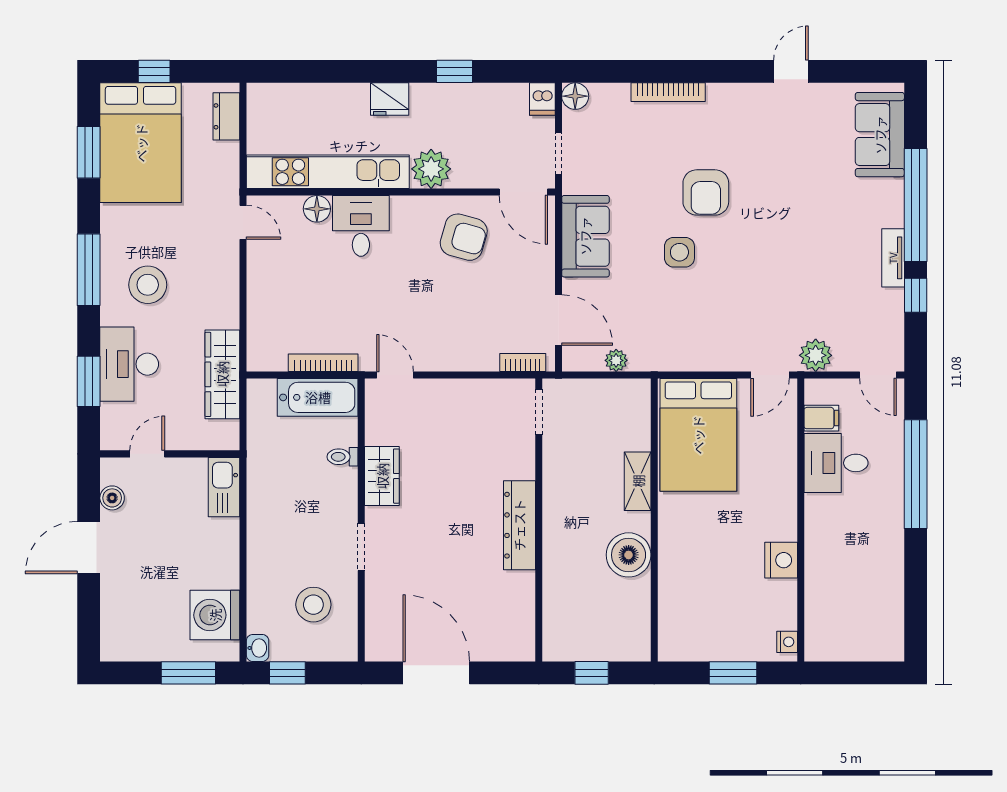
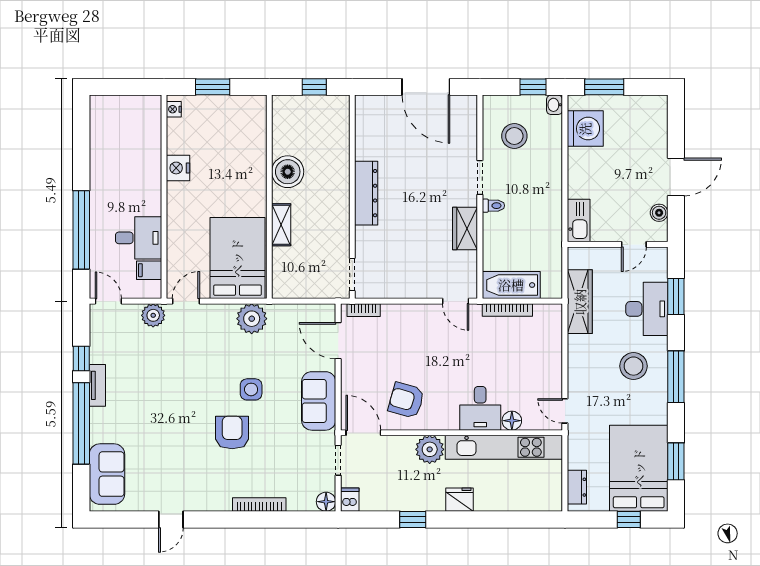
plant: (616, 360) -> (252, 319), moved, width x1.87, depth x1.87
toilet: (343, 457) -> (493, 206), moved

